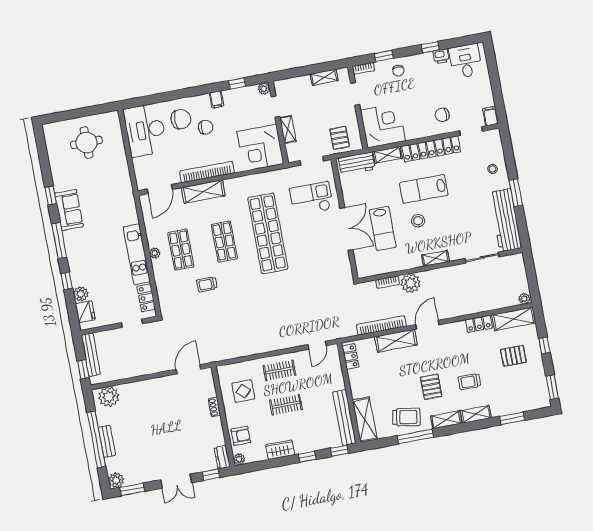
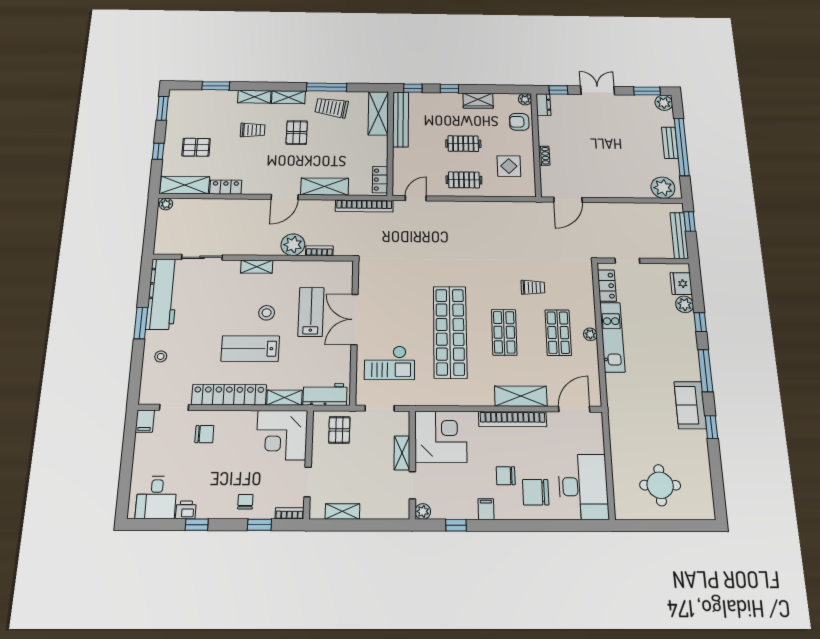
lab bench: (424, 189) -> (250, 349), turned 180
bookcase: (381, 325) -> (364, 206), moved

